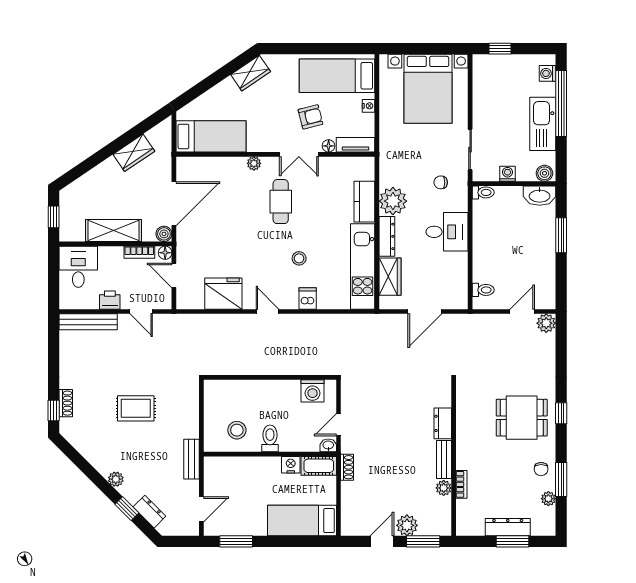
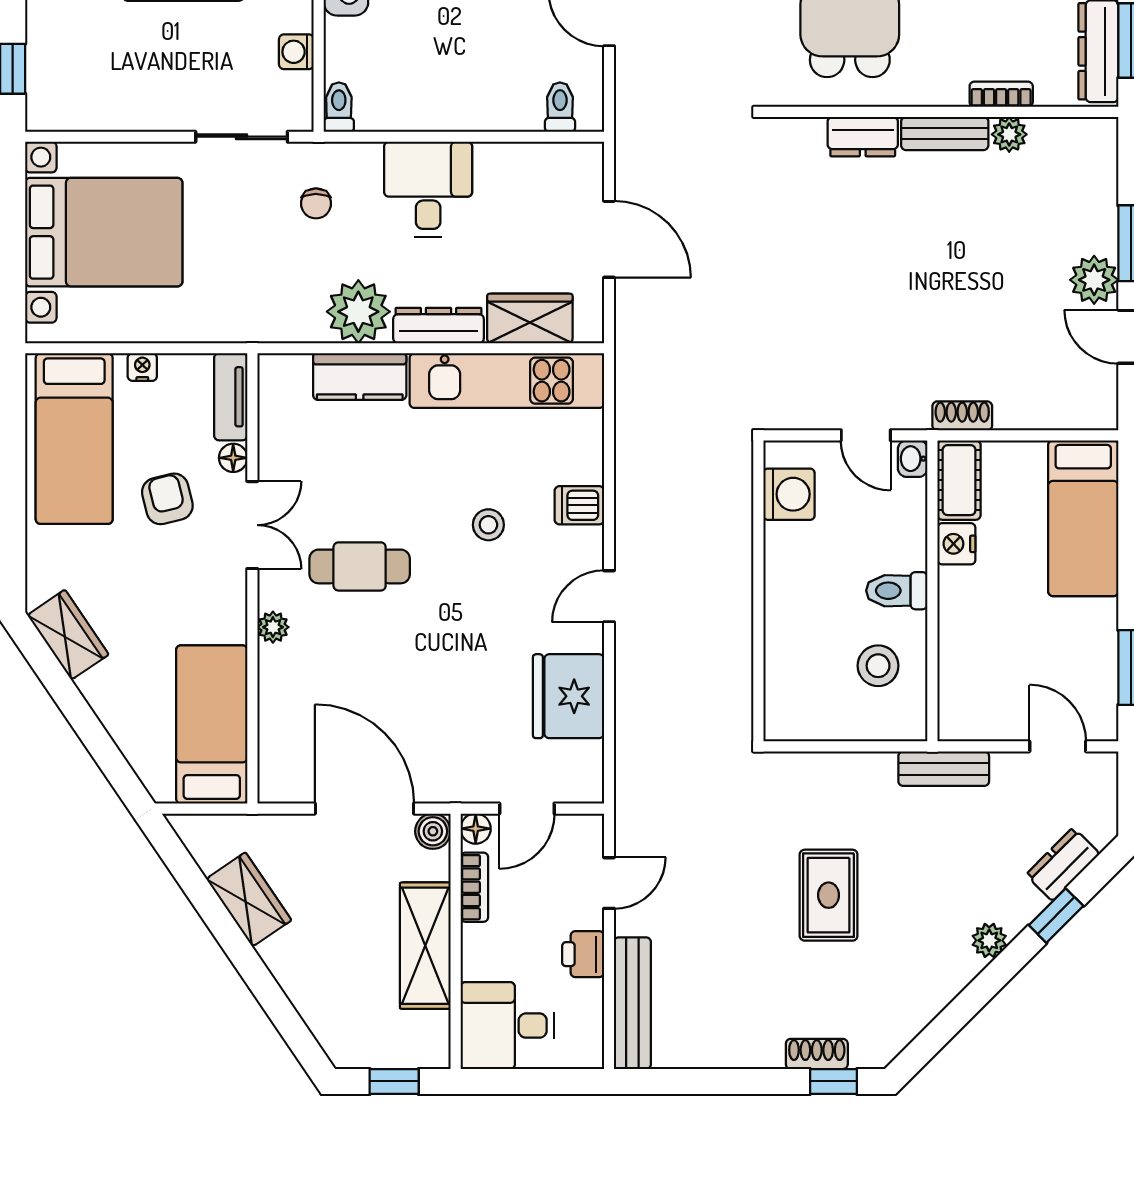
dresser: (443, 423) -> (863, 137), moved
wall: (454, 458) -> (941, 112), moved
bench: (444, 460) -> (945, 133), moved
bookcase: (461, 484) -> (1001, 94), moved
plant: (444, 488) -> (1009, 134), moved

